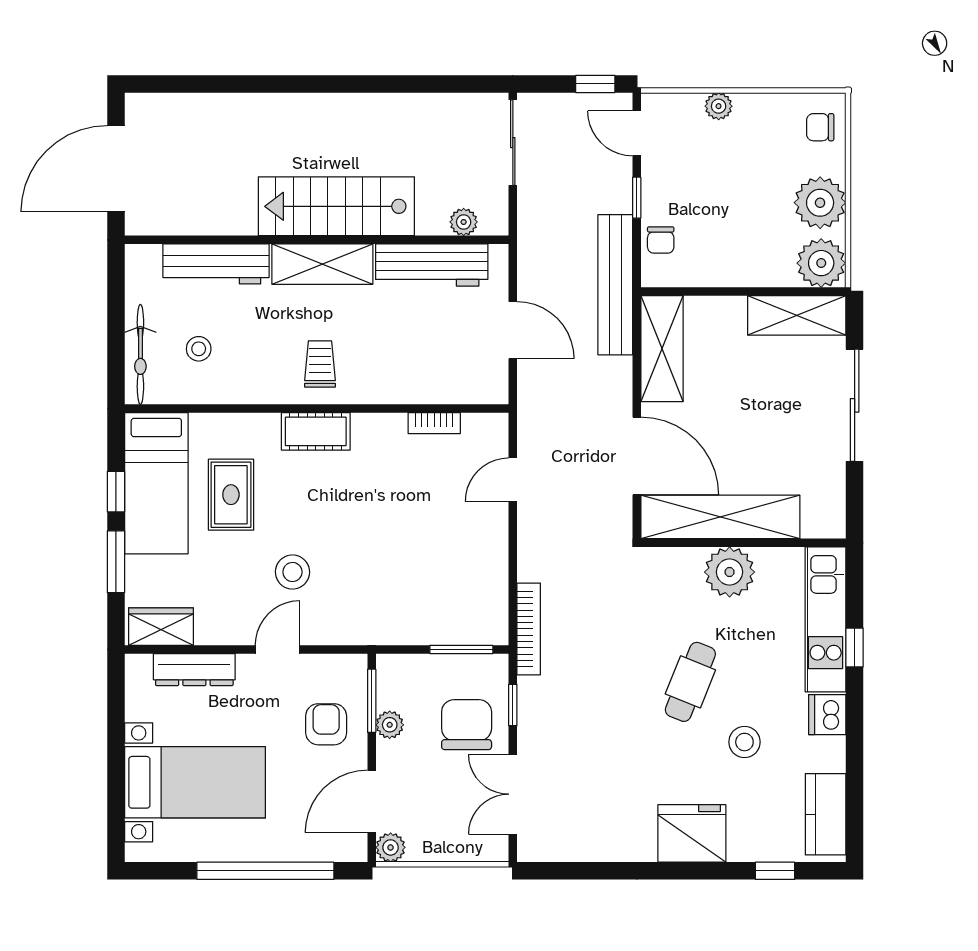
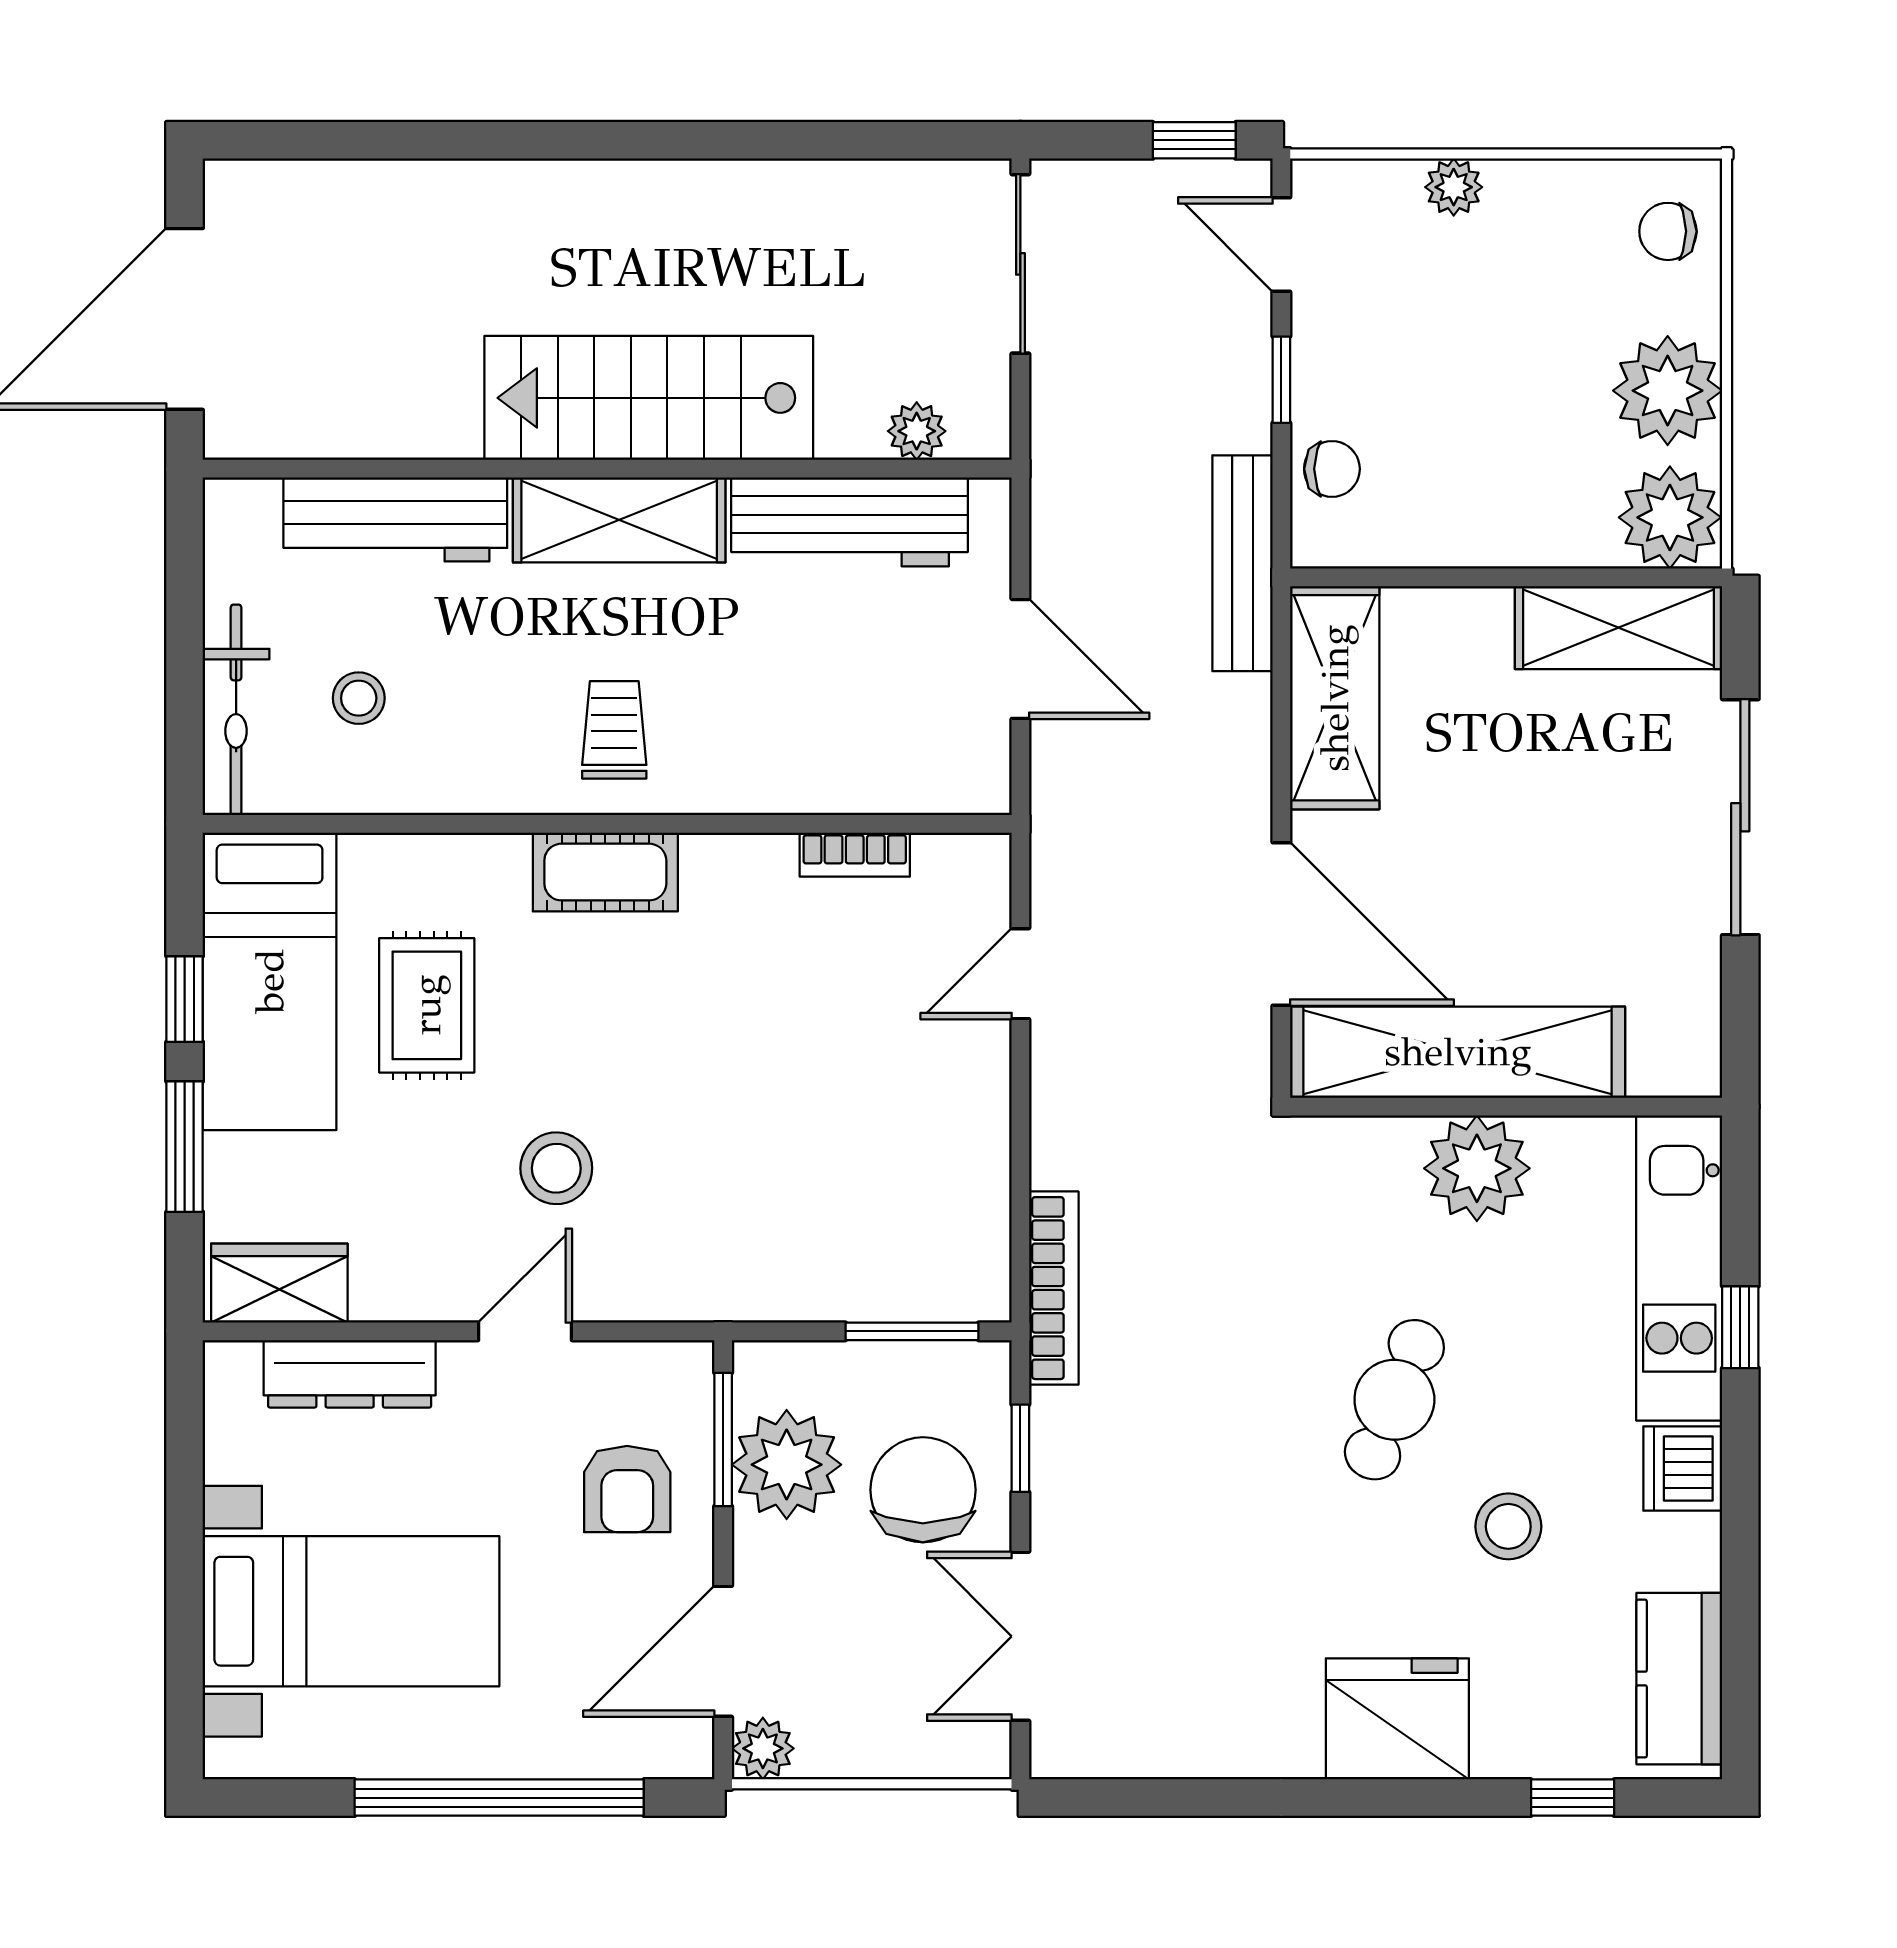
chair: (661, 240) -> (1332, 469), turned -90
bench: (615, 285) -> (1242, 563), width x0.73, depth x0.82
armchair: (326, 724) -> (627, 1489), turned 180
plant: (390, 725) -> (787, 1465), width x1.88, depth x1.88

